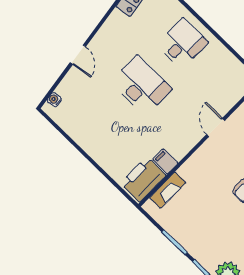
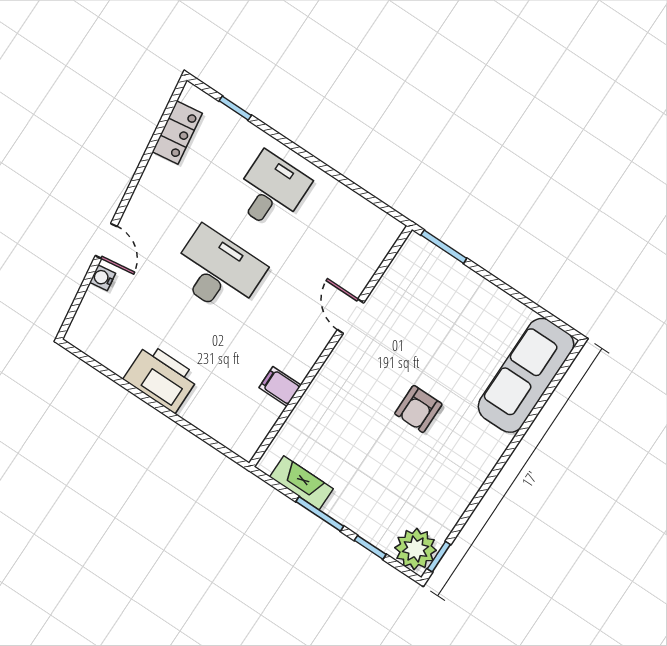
water cooler: (54, 100) -> (103, 278), moved
printer: (143, 179) -> (161, 378), moved, turned 90
fireplace: (168, 190) -> (301, 483), moved, turned -90

